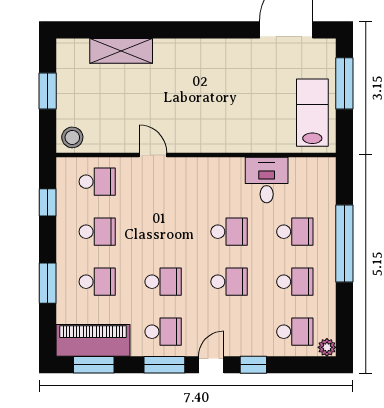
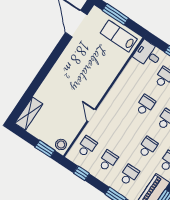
shelving: (121, 51) -> (29, 114), moved
window: (48, 91) -> (45, 149), moved
door: (153, 155) -> (91, 115), hinge flipped
desk: (267, 180) -> (148, 54), moved

